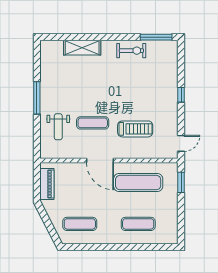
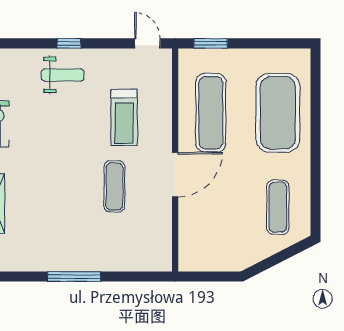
weight bench: (58, 127) -> (63, 75), moved
treadmill: (135, 129) -> (124, 118), turned 180
piano: (47, 184) -> (213, 260), removed
exercise mat: (138, 224) -> (278, 113), width x2.00, depth x1.45

